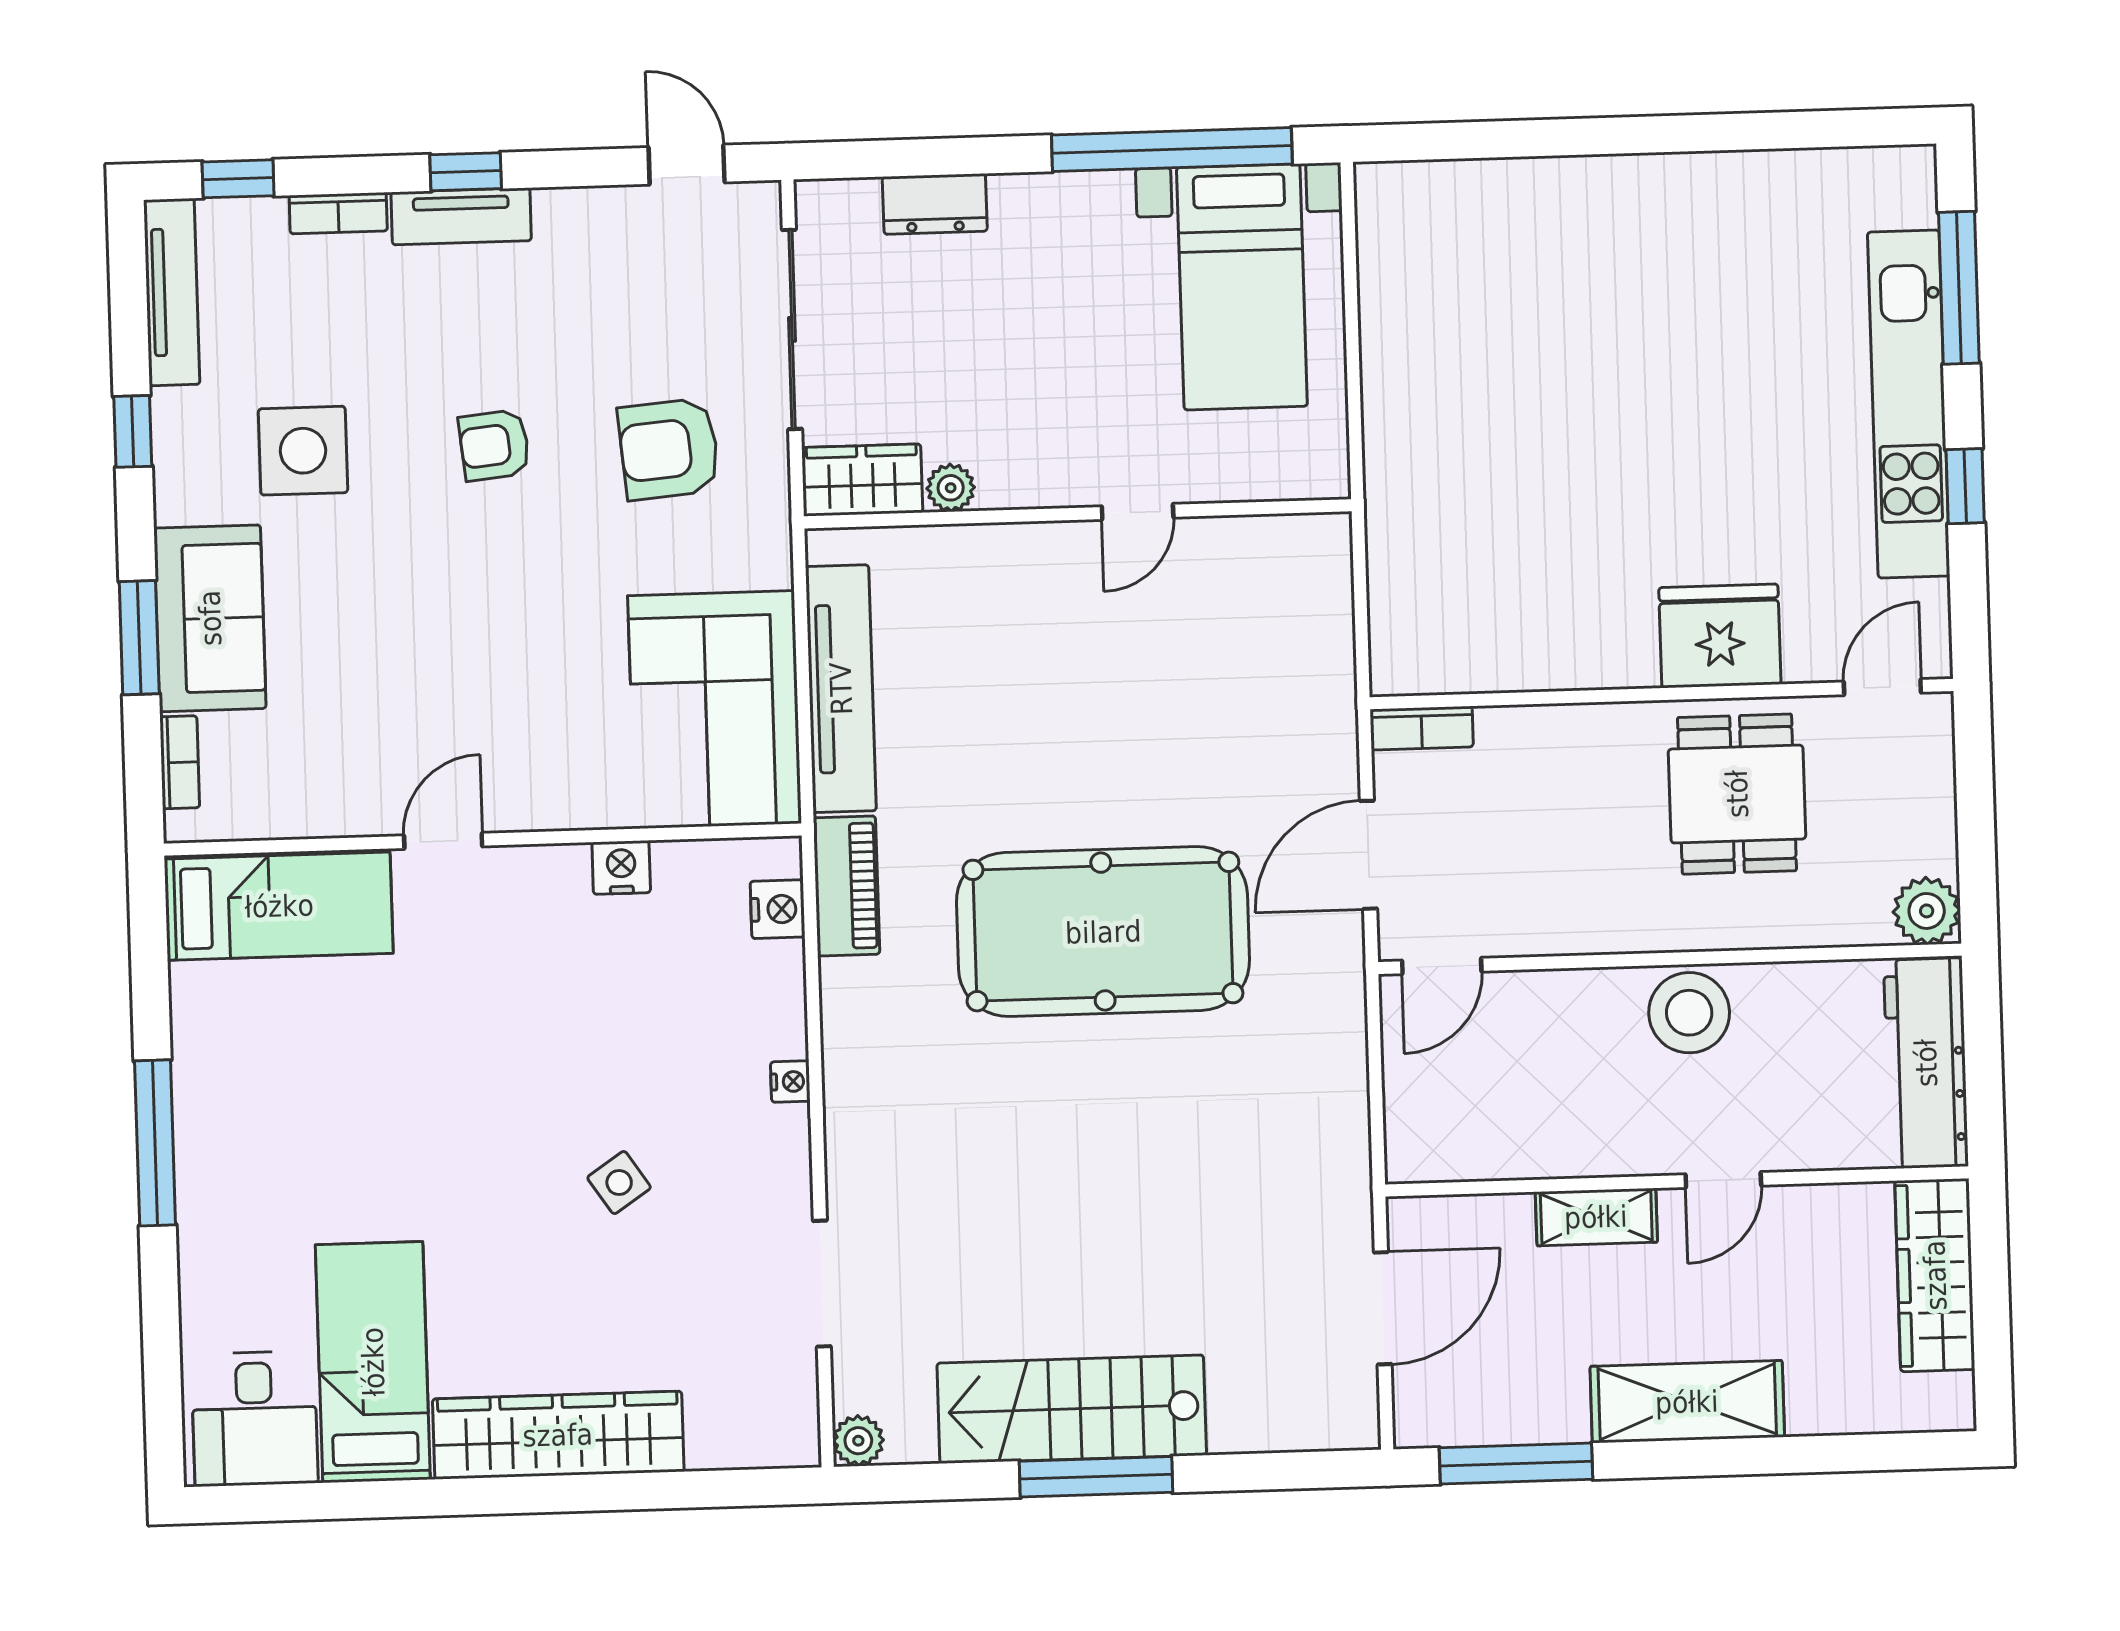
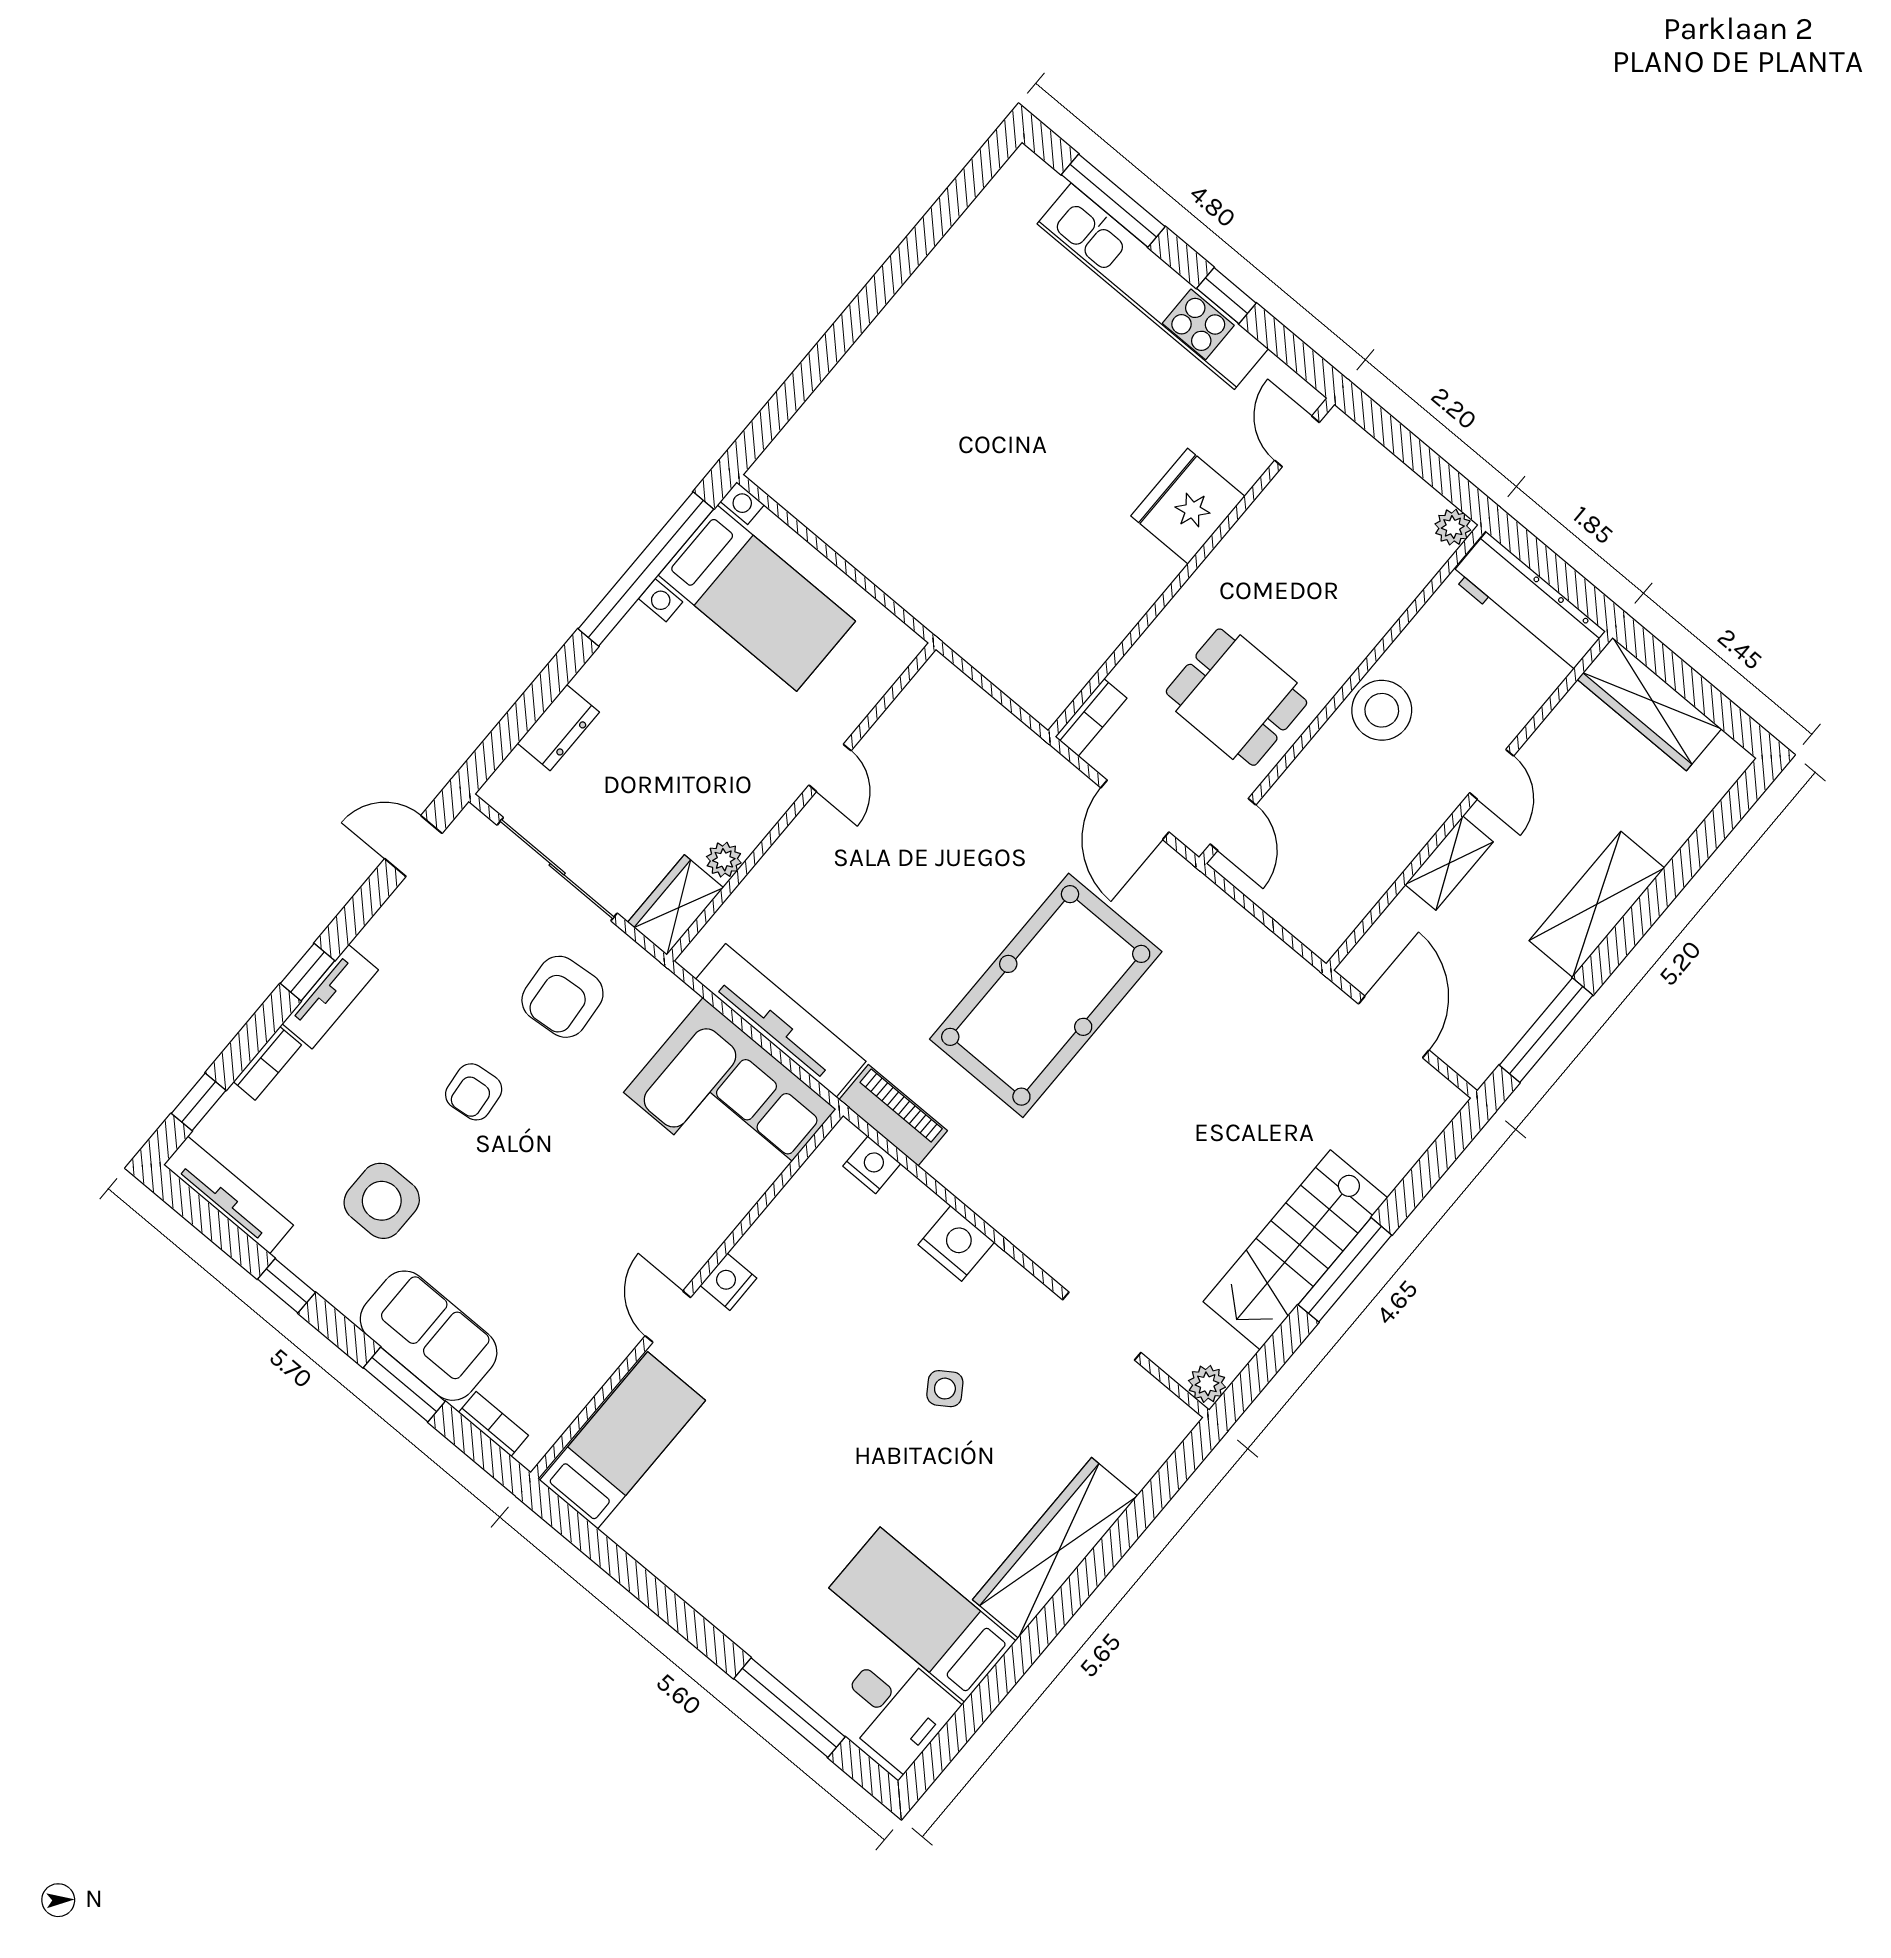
dining table: (1737, 794) -> (1236, 697), moved
nightstand: (621, 867) -> (728, 1282), moved
plant: (1927, 911) -> (1453, 527), width x0.73, depth x0.73
nightstand: (790, 1082) -> (956, 1243), width x1.89, depth x1.79
window: (155, 1143) -> (789, 1708), moved

